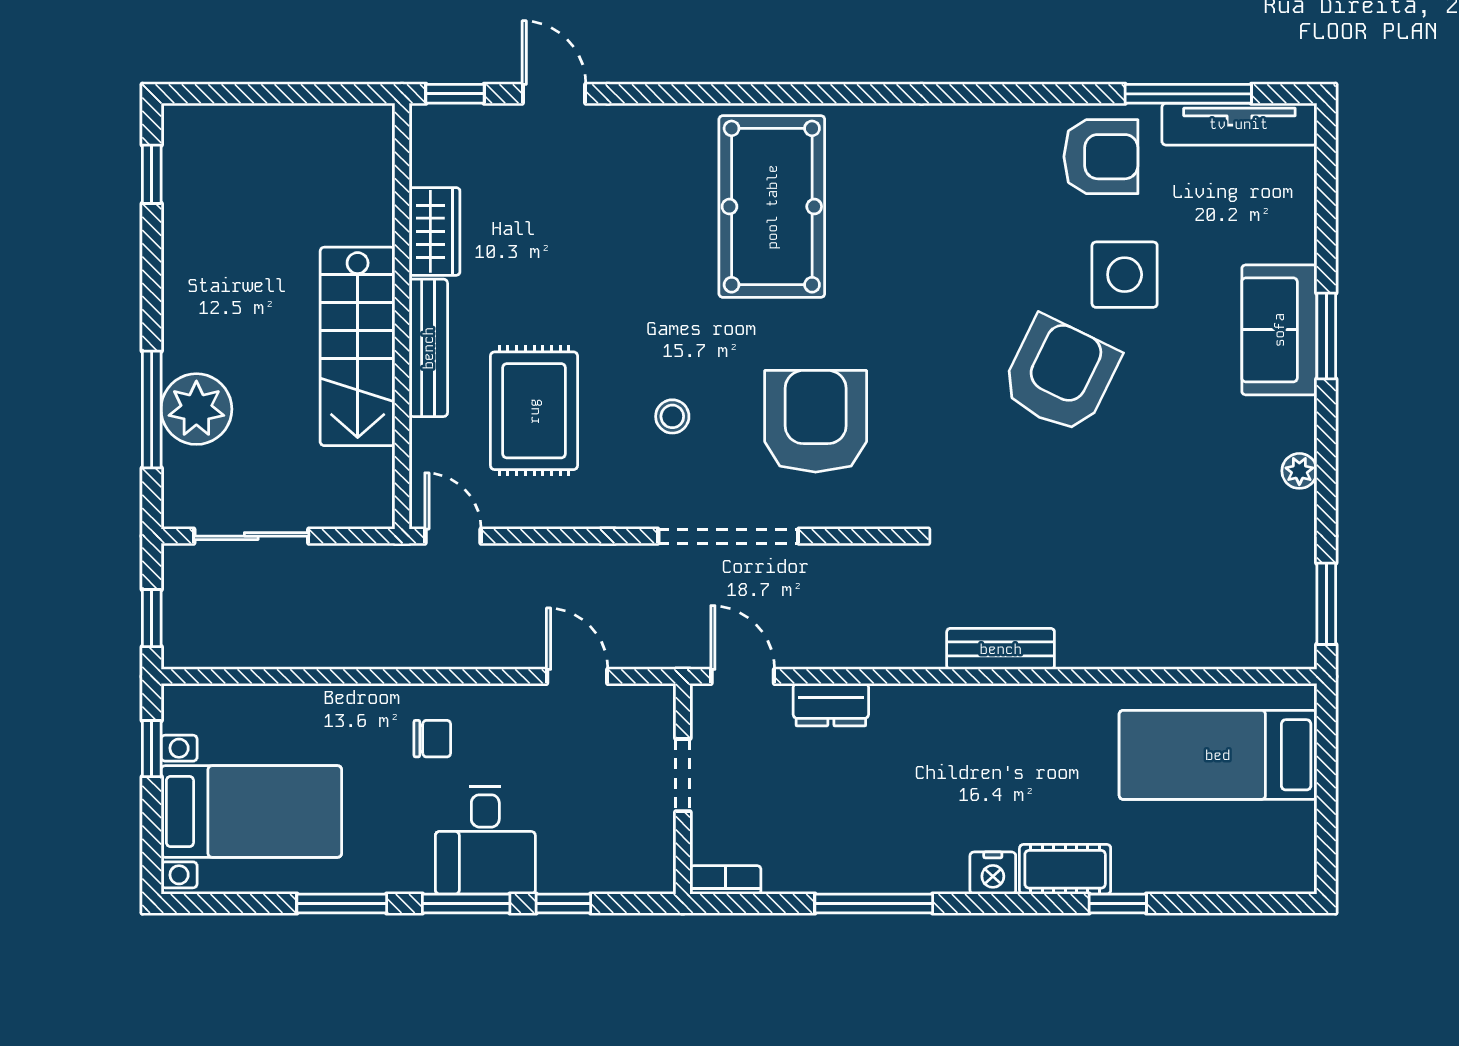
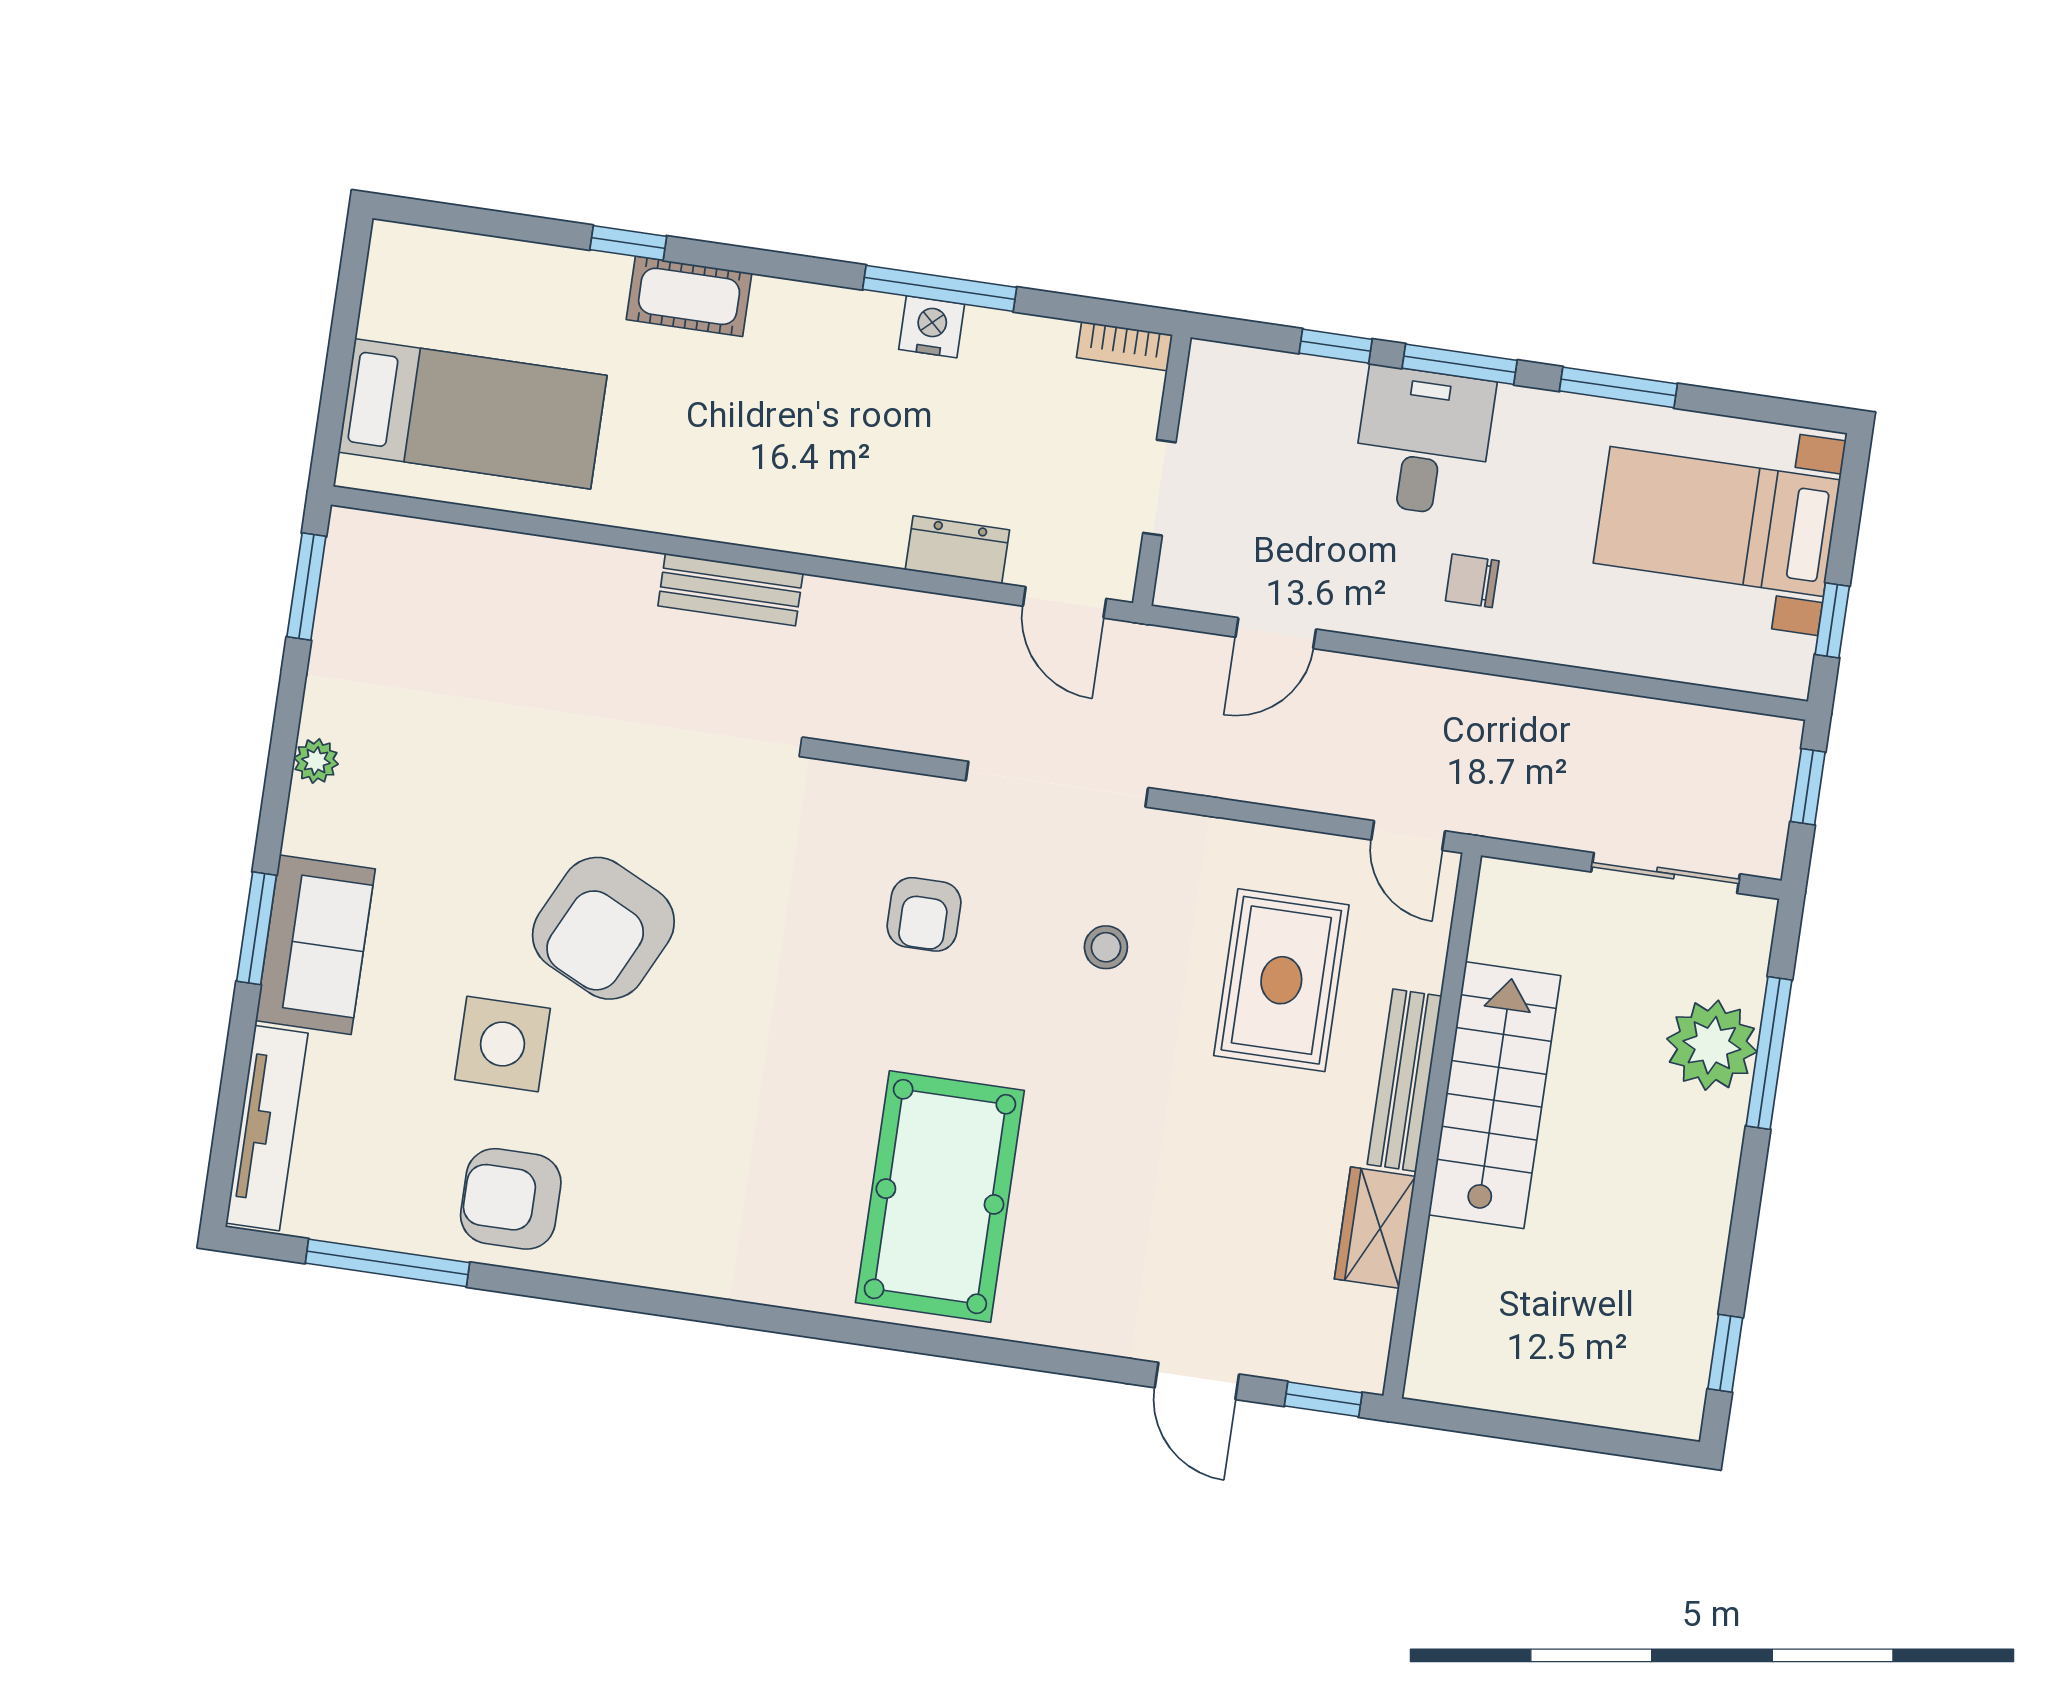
tv unit: (1239, 124) -> (267, 1128), moved, turned 90
armchair: (816, 421) -> (924, 914), width x0.53, depth x0.53
door: (577, 676) -> (1276, 633), hinge flipped
nightstand: (993, 873) -> (932, 327), moved

